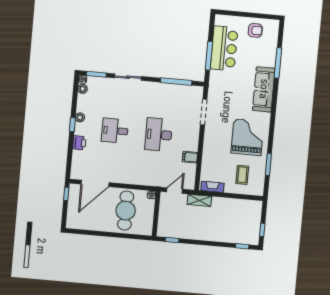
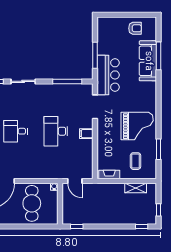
bar counter: (224, 48) -> (108, 75), moved
sofa: (264, 89) -> (148, 61), moved
grand piano: (247, 137) -> (137, 126), turned 90
filing cabinet: (190, 157) -> (86, 134), moved
door: (175, 191) -> (75, 181), swing flipped
shelving: (199, 200) -> (136, 188), moved

